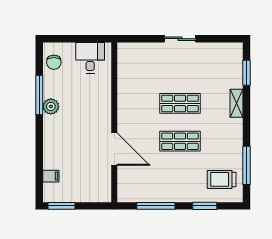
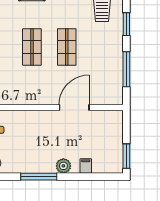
window: (39, 95) -> (39, 177), moved
plant: (51, 106) -> (63, 166), moved
filing cabinet: (51, 176) -> (86, 166), moved

